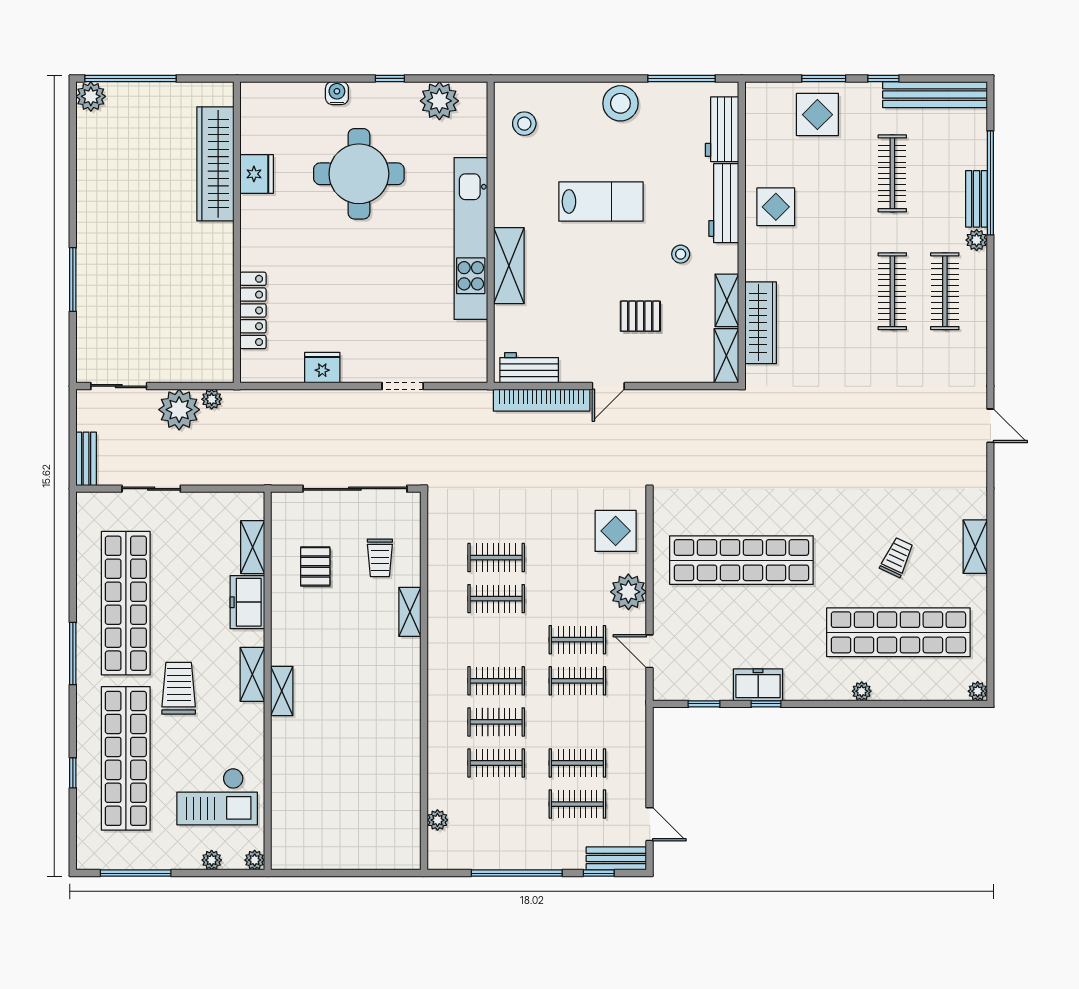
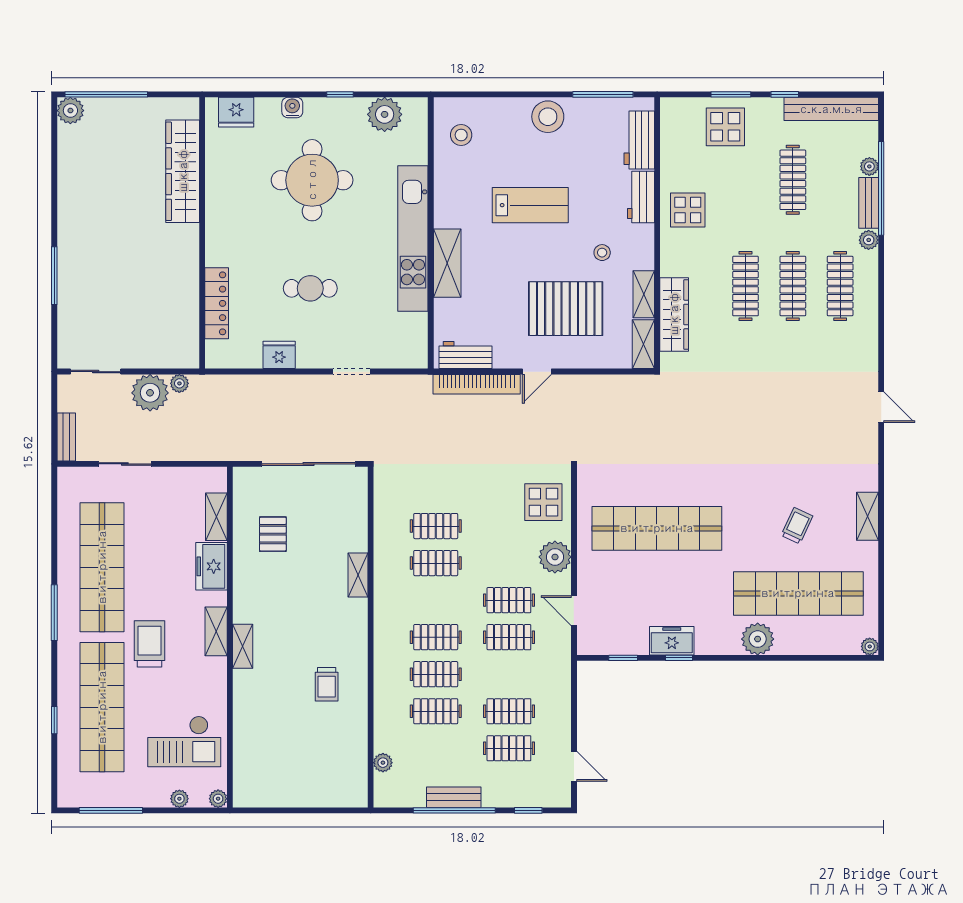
plant: (977, 158) -> (869, 166), added
fridge: (257, 174) -> (236, 112), moved, turned 90
workbench: (724, 203) -> (641, 197), width x0.73
clothes rail: (840, 291) -> (746, 286), added
cafe table: (357, 294) -> (310, 288), added
pallet: (640, 316) -> (566, 309), width x2.05, depth x2.00
trolley: (380, 558) -> (327, 684), moved
plant: (862, 691) -> (758, 639), width x1.88, depth x1.88
bench: (616, 858) -> (454, 797), moved

